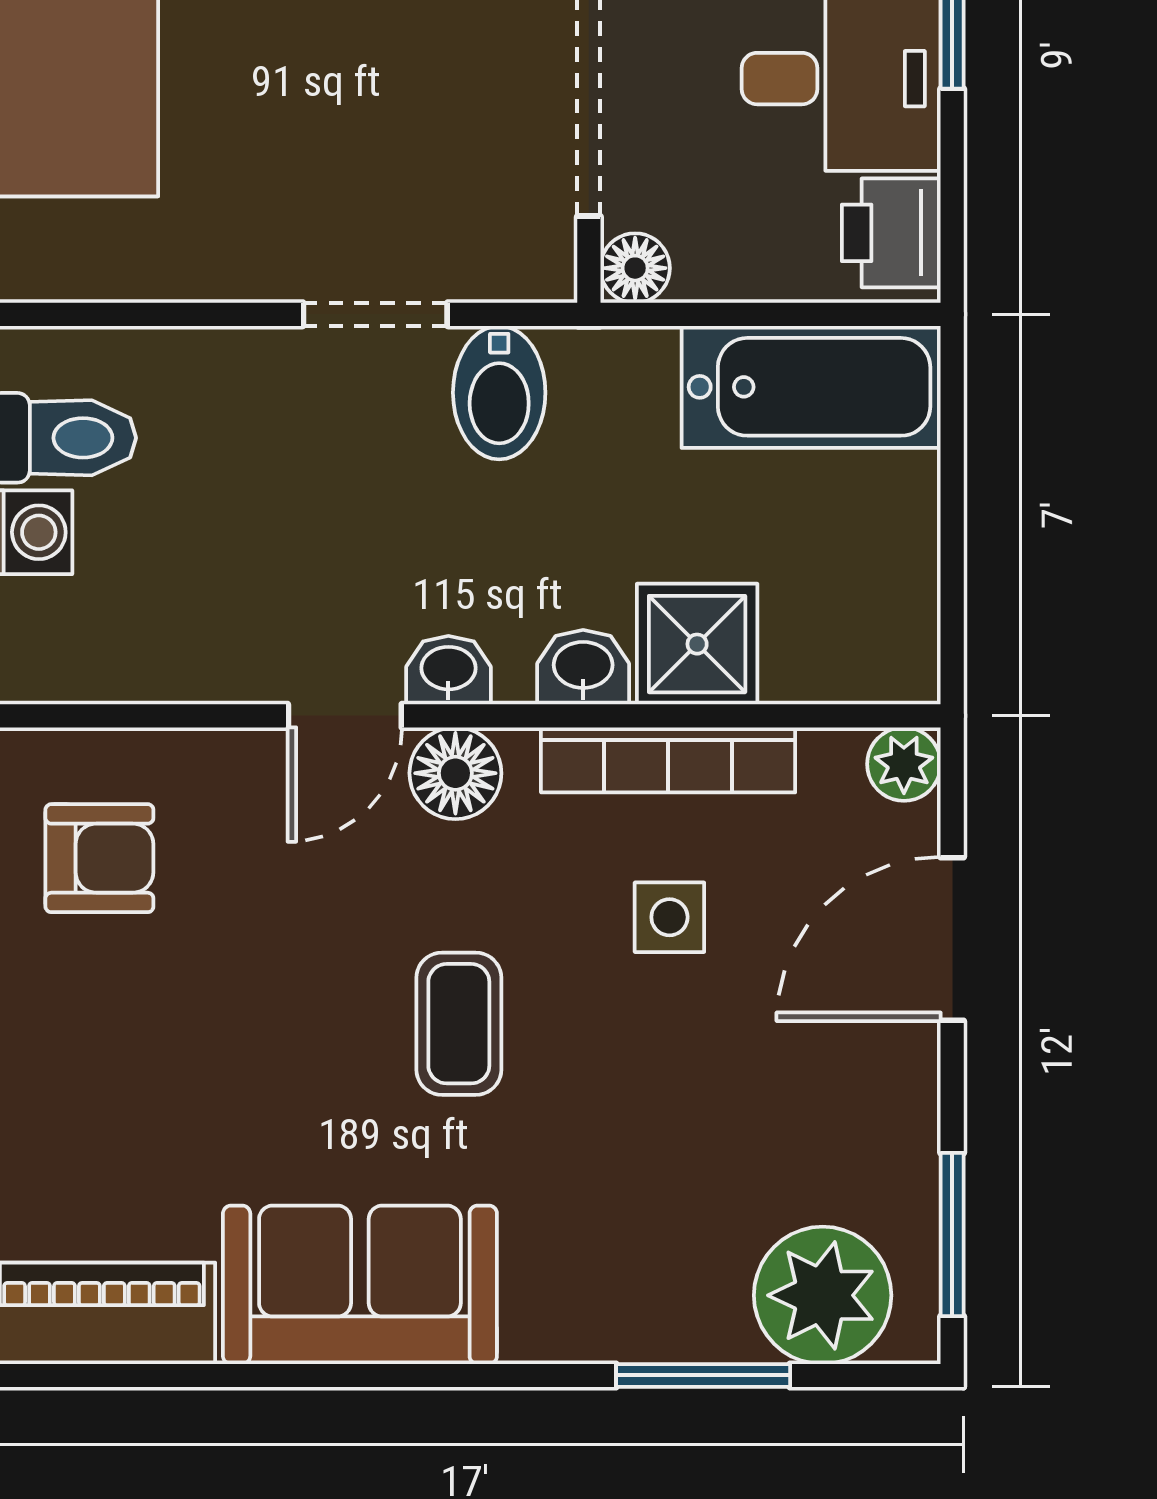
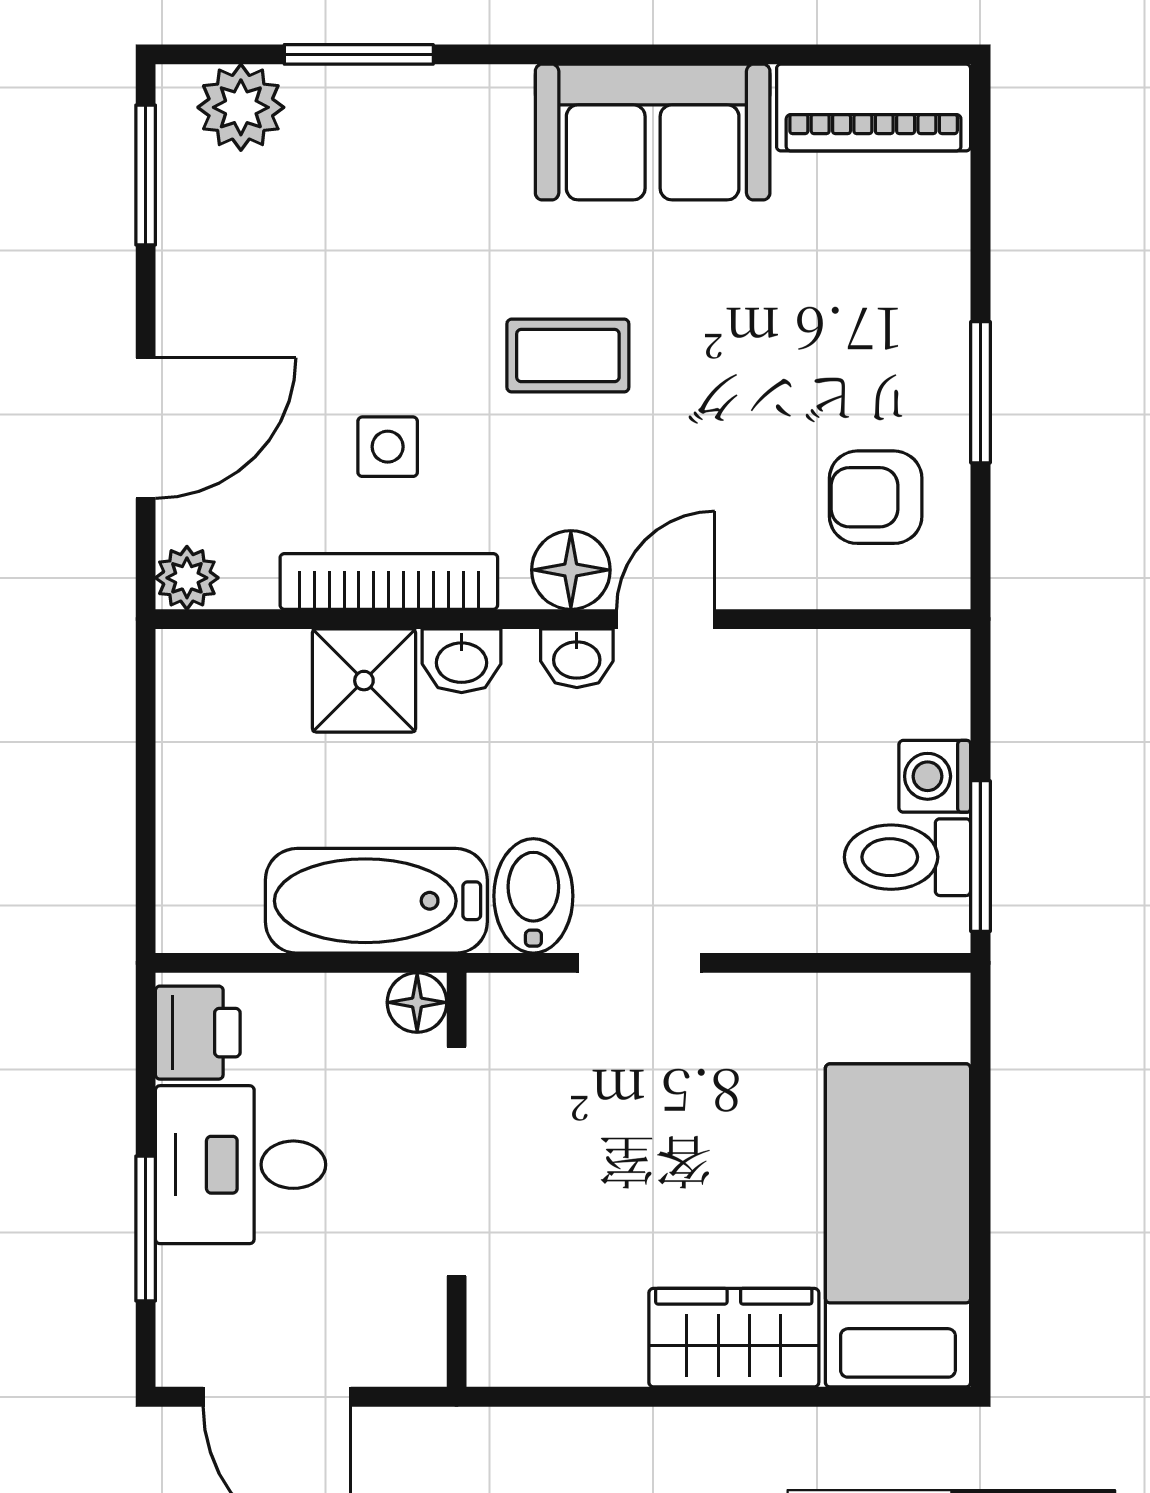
bathtub: (811, 387) -> (376, 901), moved
coffee table: (459, 1024) -> (568, 356), turned 90
plant: (823, 1295) -> (241, 107), width x0.73, depth x0.73

